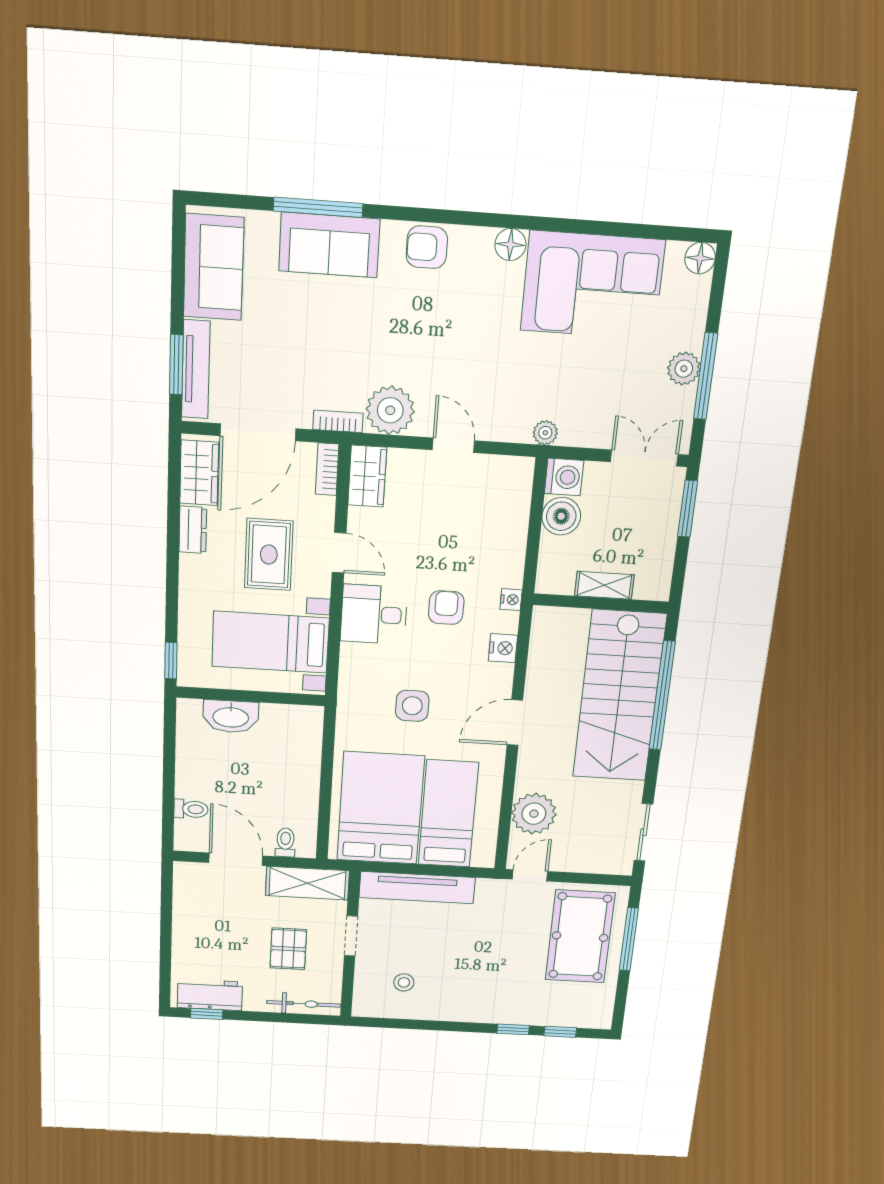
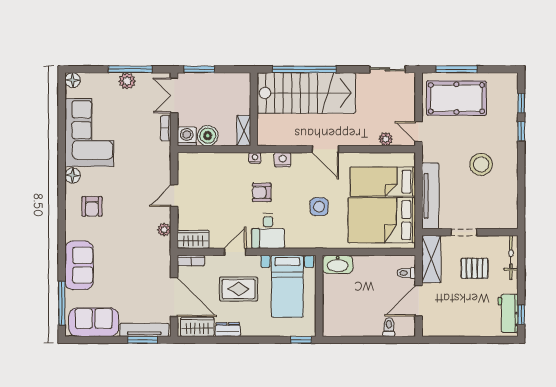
window: (318, 207) -> (62, 303), moved
armchair: (427, 247) -> (92, 206), moved
plant: (390, 410) -> (164, 230), width x0.53, depth x0.53
bookcase: (338, 421) -> (166, 128), moved
plant: (545, 433) -> (164, 149), removed
shelving: (604, 585) -> (244, 131), moved
washbasin: (231, 716) -> (338, 264), moved, turned 90
plant: (534, 814) -> (386, 139), width x0.53, depth x0.53
stool: (404, 982) -> (481, 164), moved, width x1.89, depth x1.89

